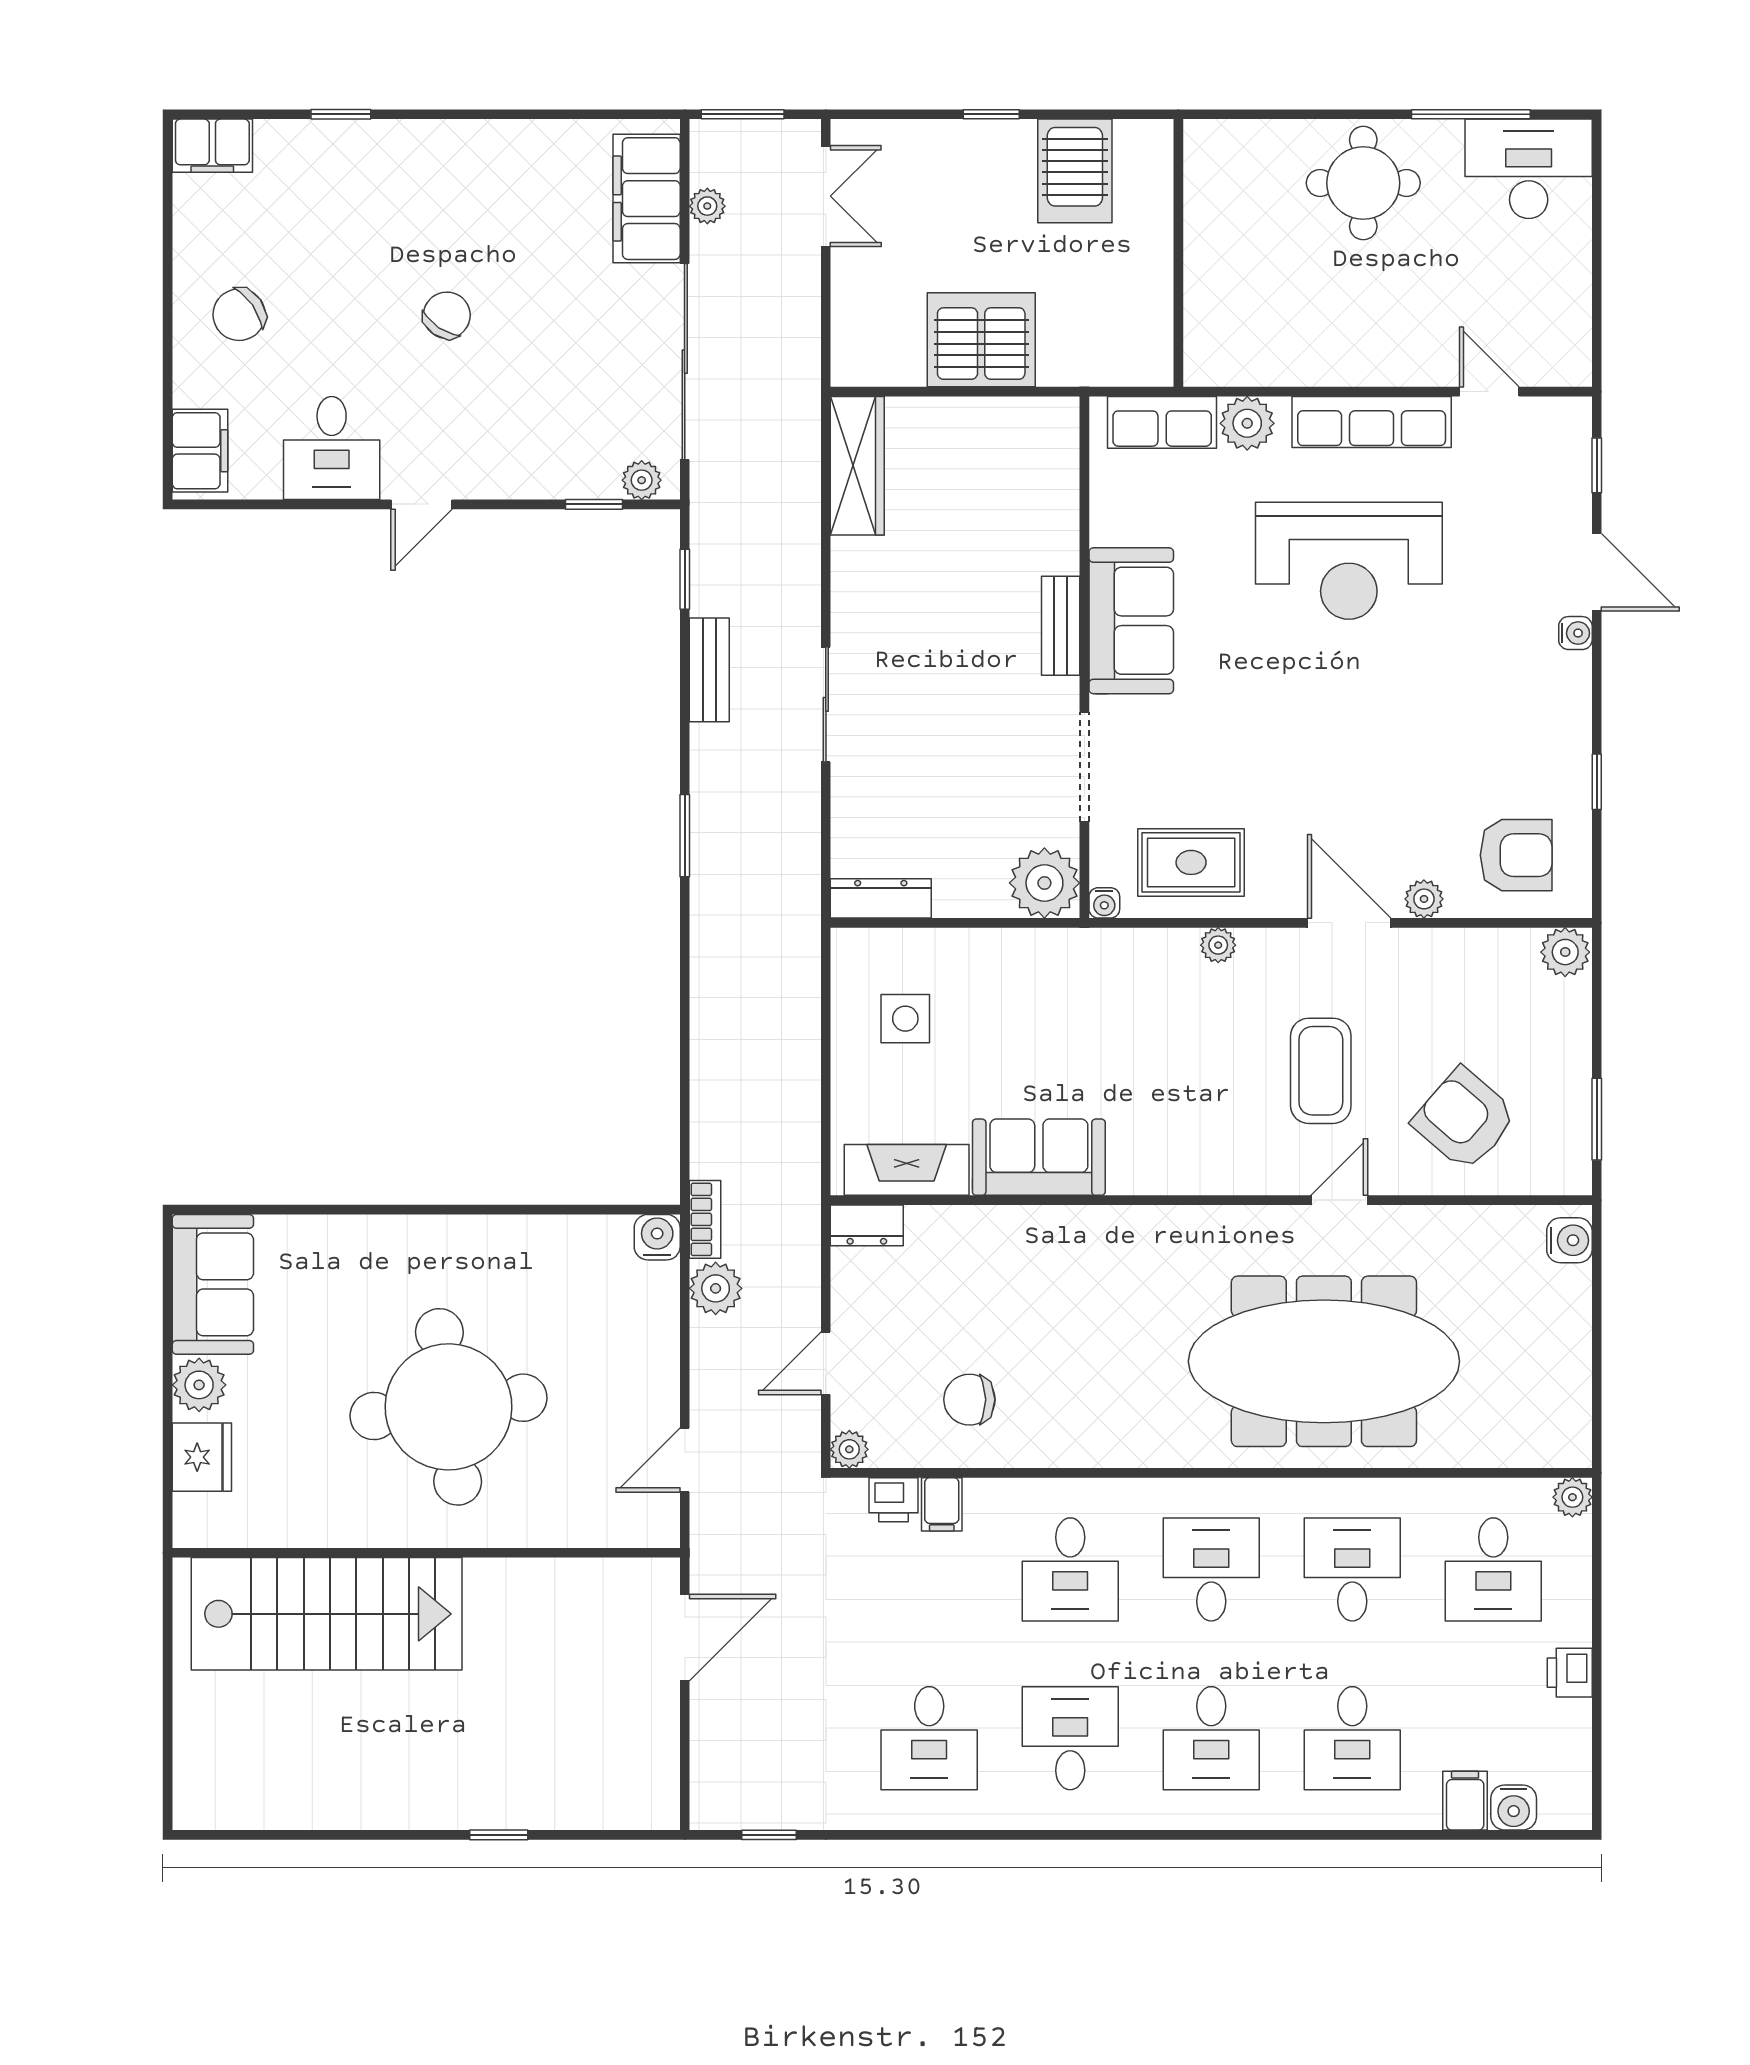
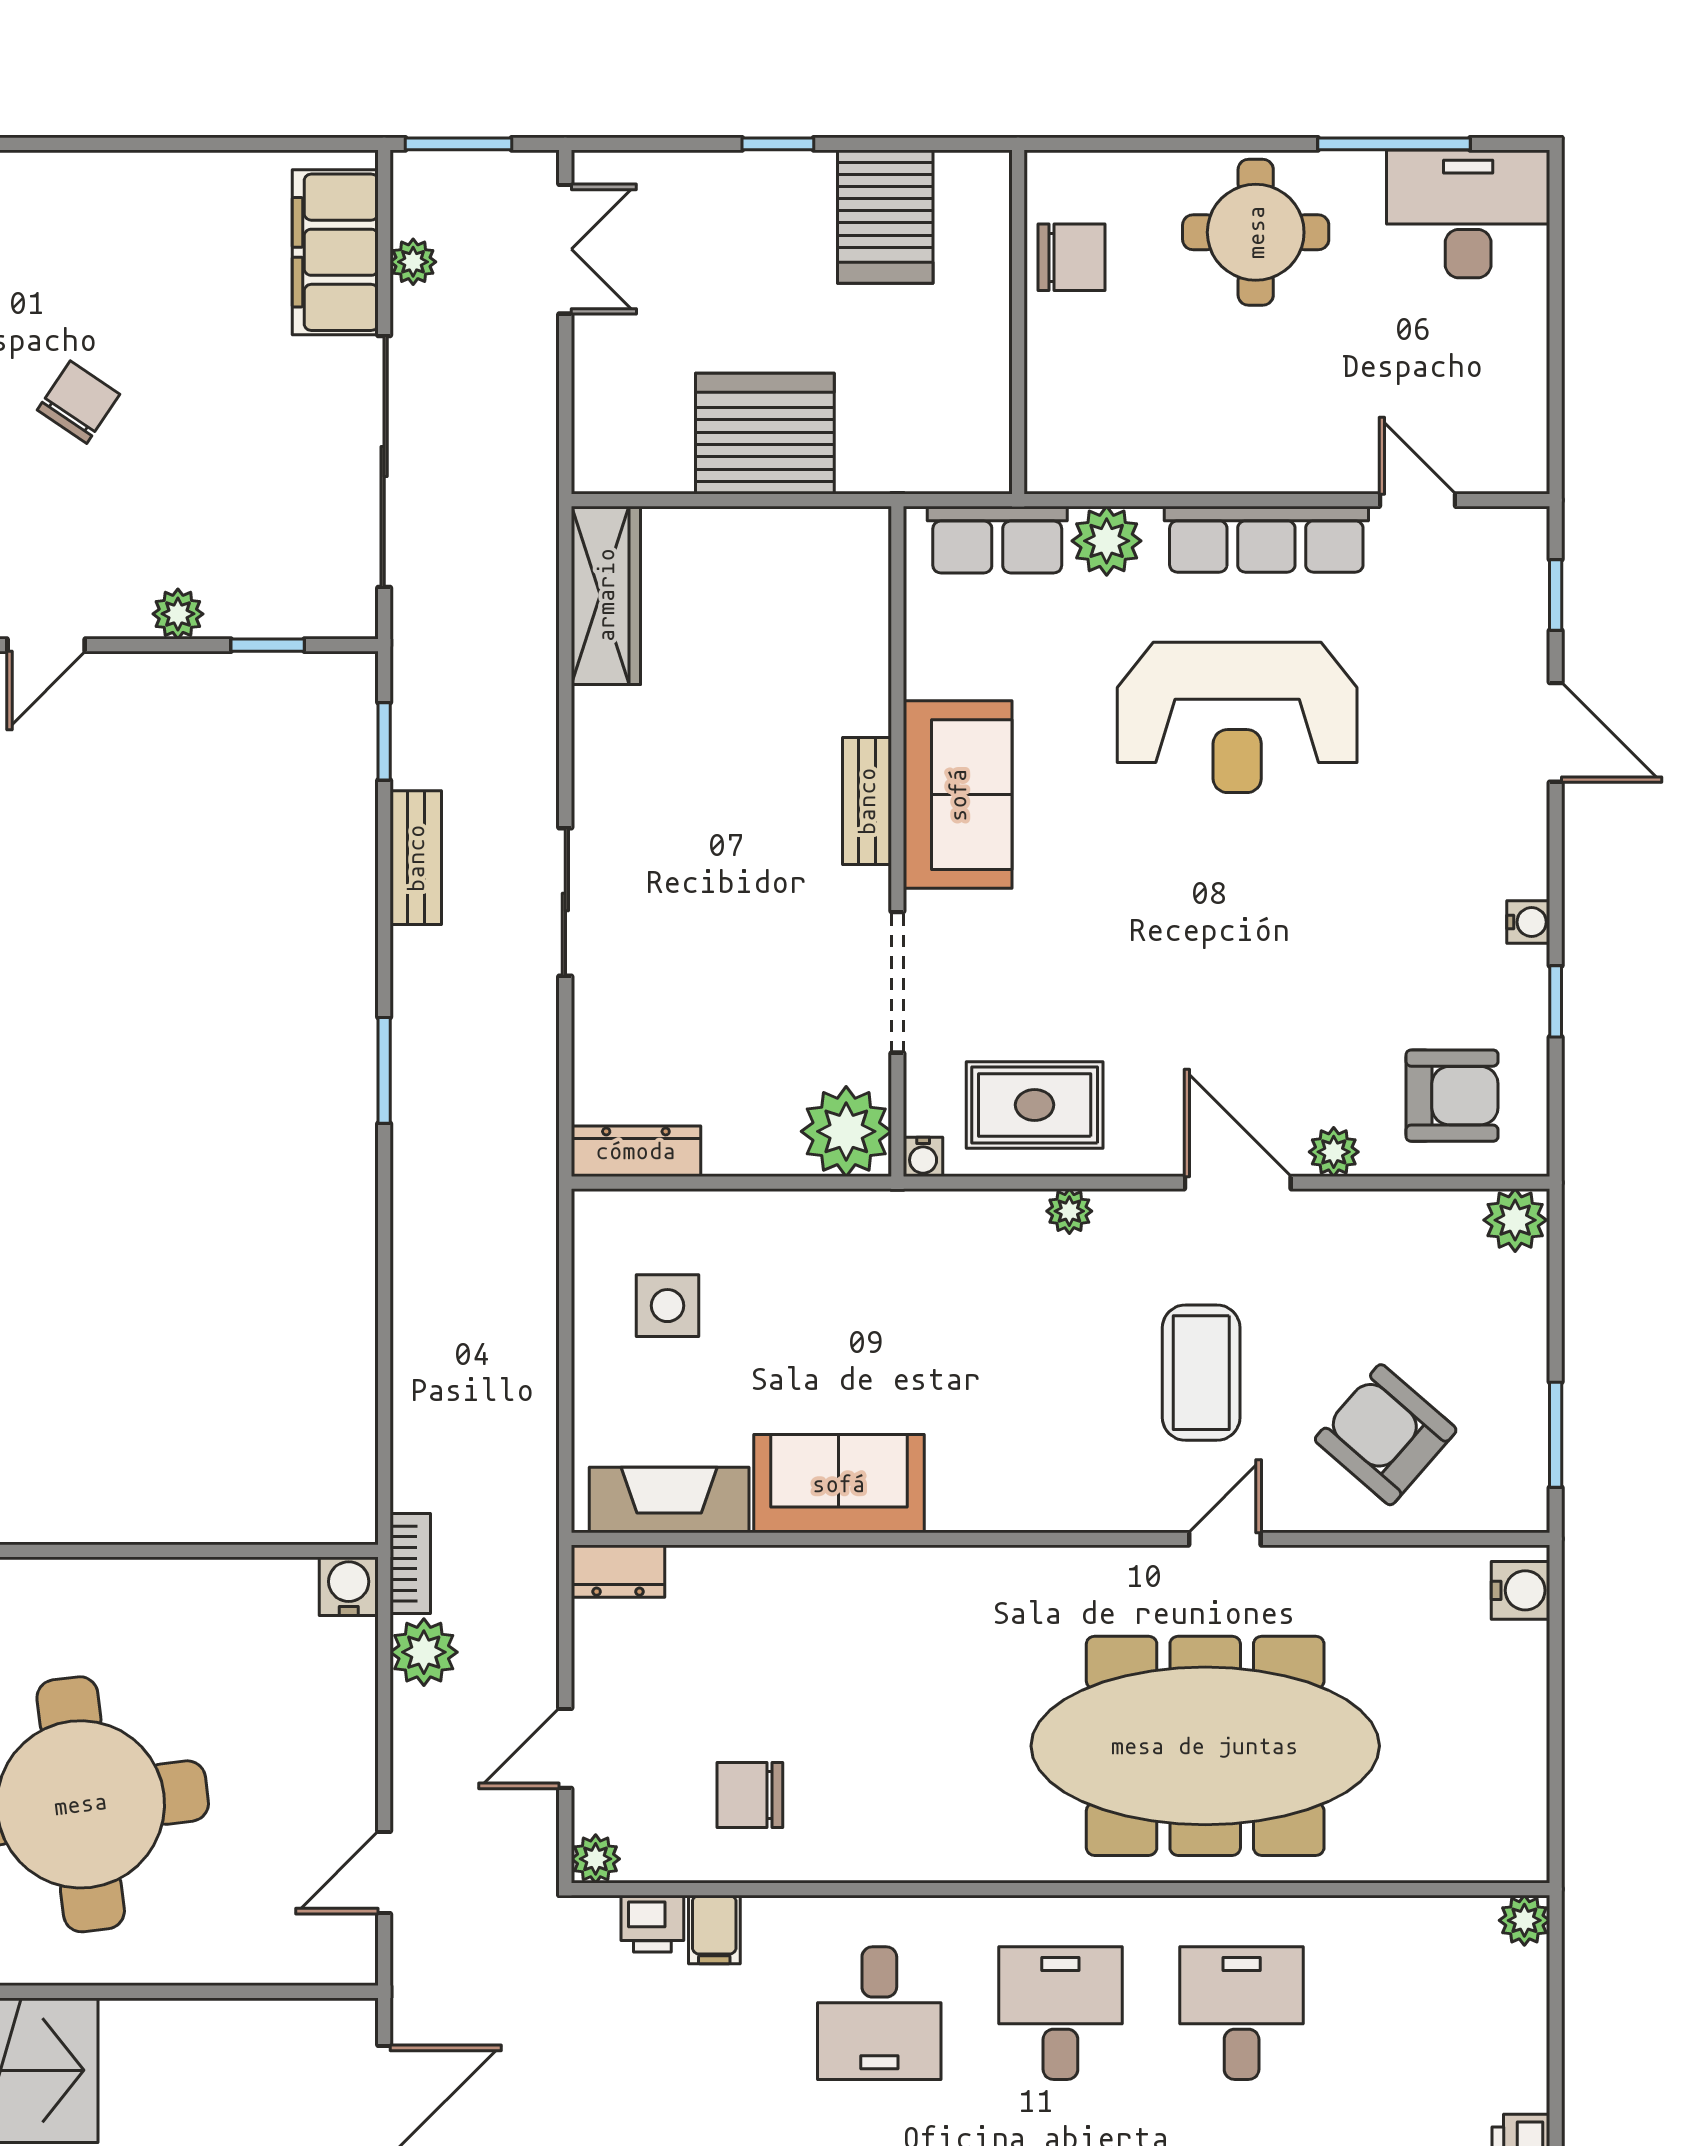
chair: (1220, 203) -> (1071, 257), added
plant: (642, 480) -> (178, 614), moved
water cooler: (1575, 633) -> (1528, 922), moved
desk: (1493, 1569) -> (1423, 2013), removed

